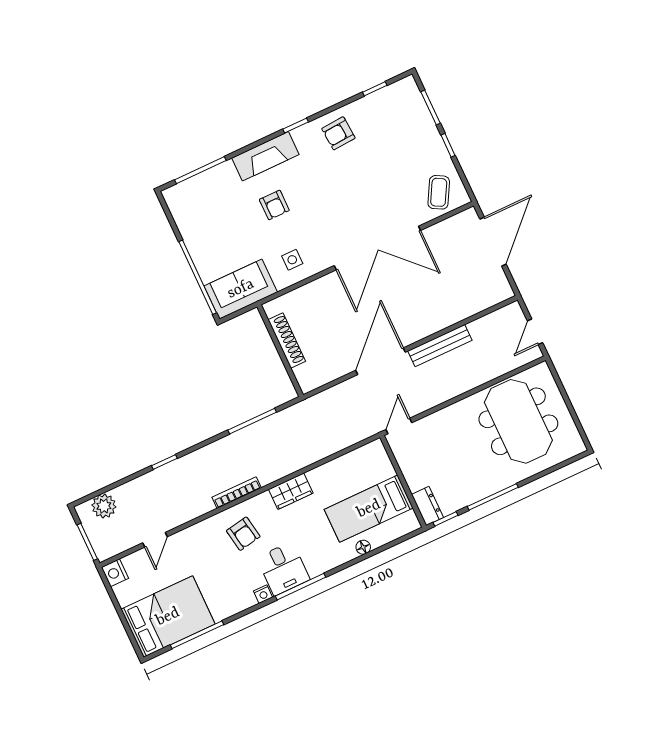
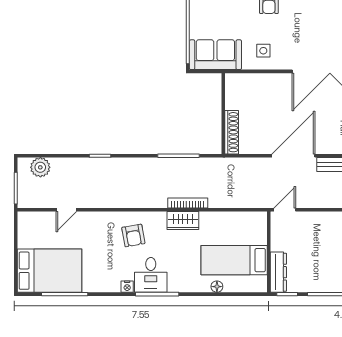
shoe rack: (287, 340) -> (232, 132), moved
bookcase: (237, 493) -> (188, 203), moved
dresser: (427, 506) -> (278, 272), width x1.44
nightstand: (115, 573) -> (26, 220), removed

